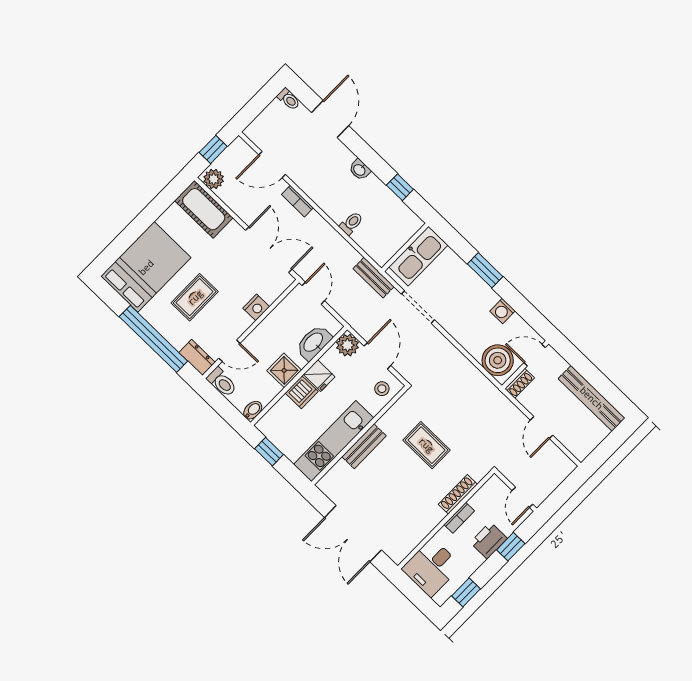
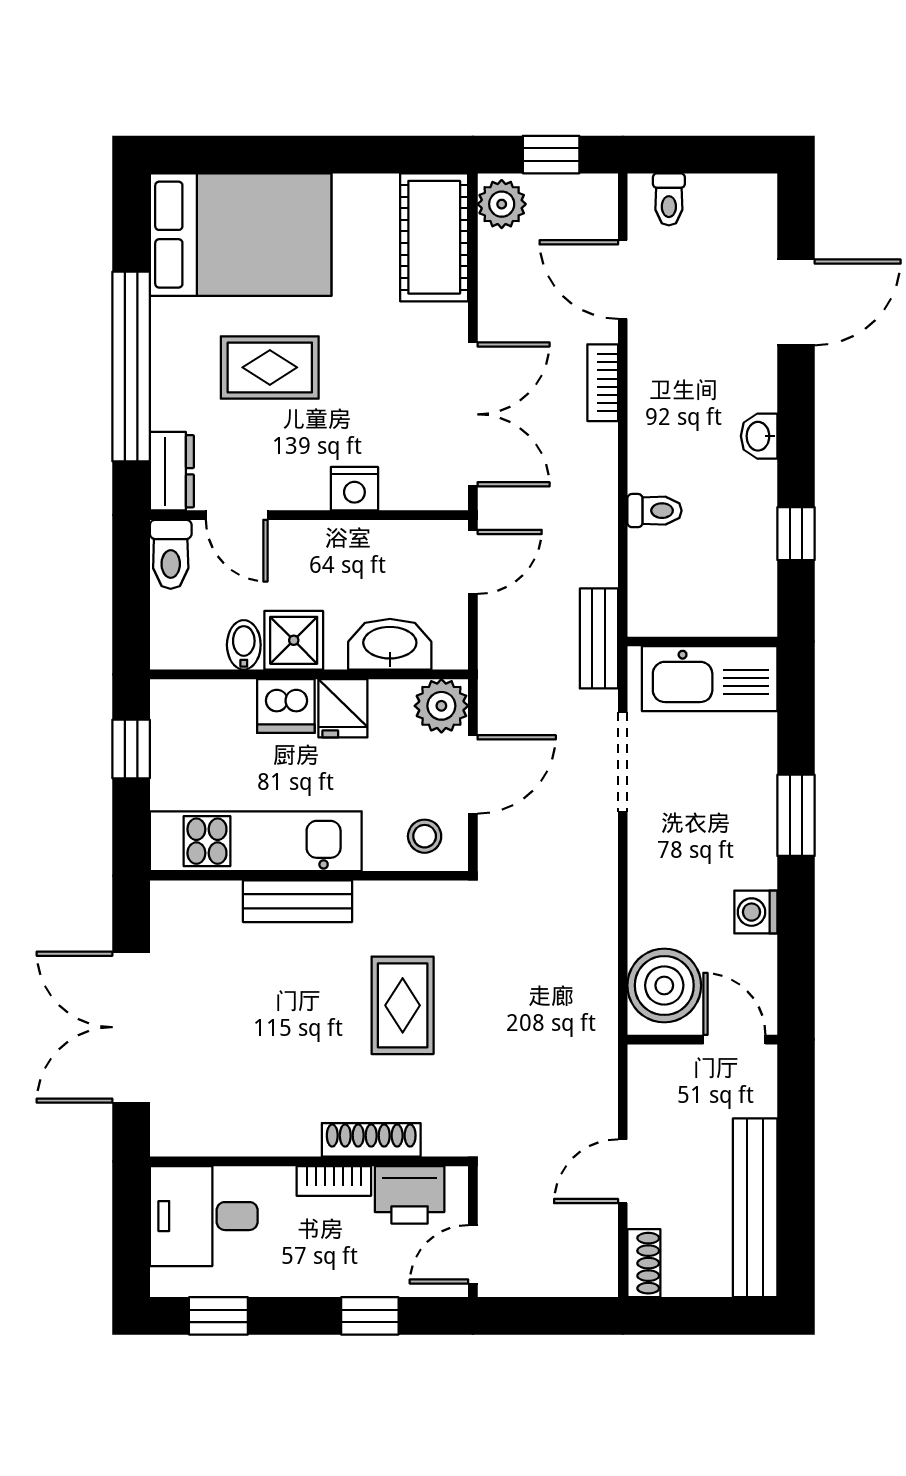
toilet: (289, 99) -> (669, 199), moved
shoe rack: (520, 383) -> (644, 1263), moved, turned -90
bidet: (253, 410) -> (244, 645), moved, turned -90
printer: (489, 540) -> (410, 1195), moved, turned 180

